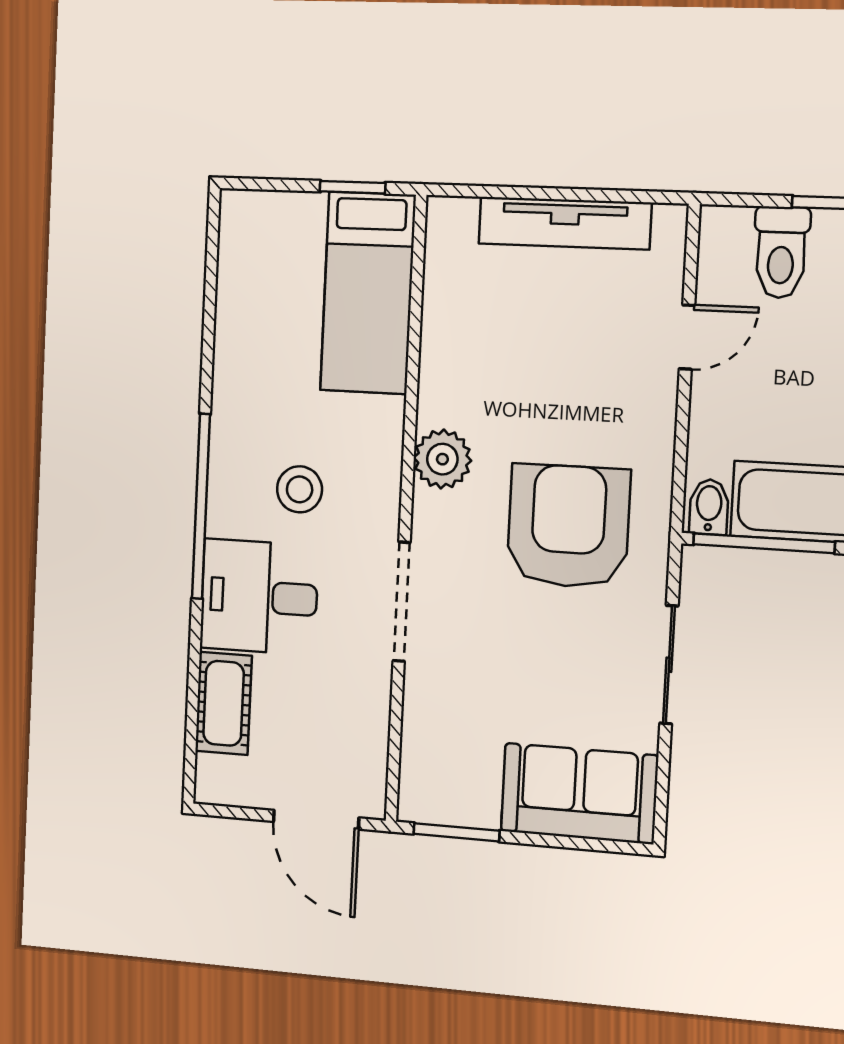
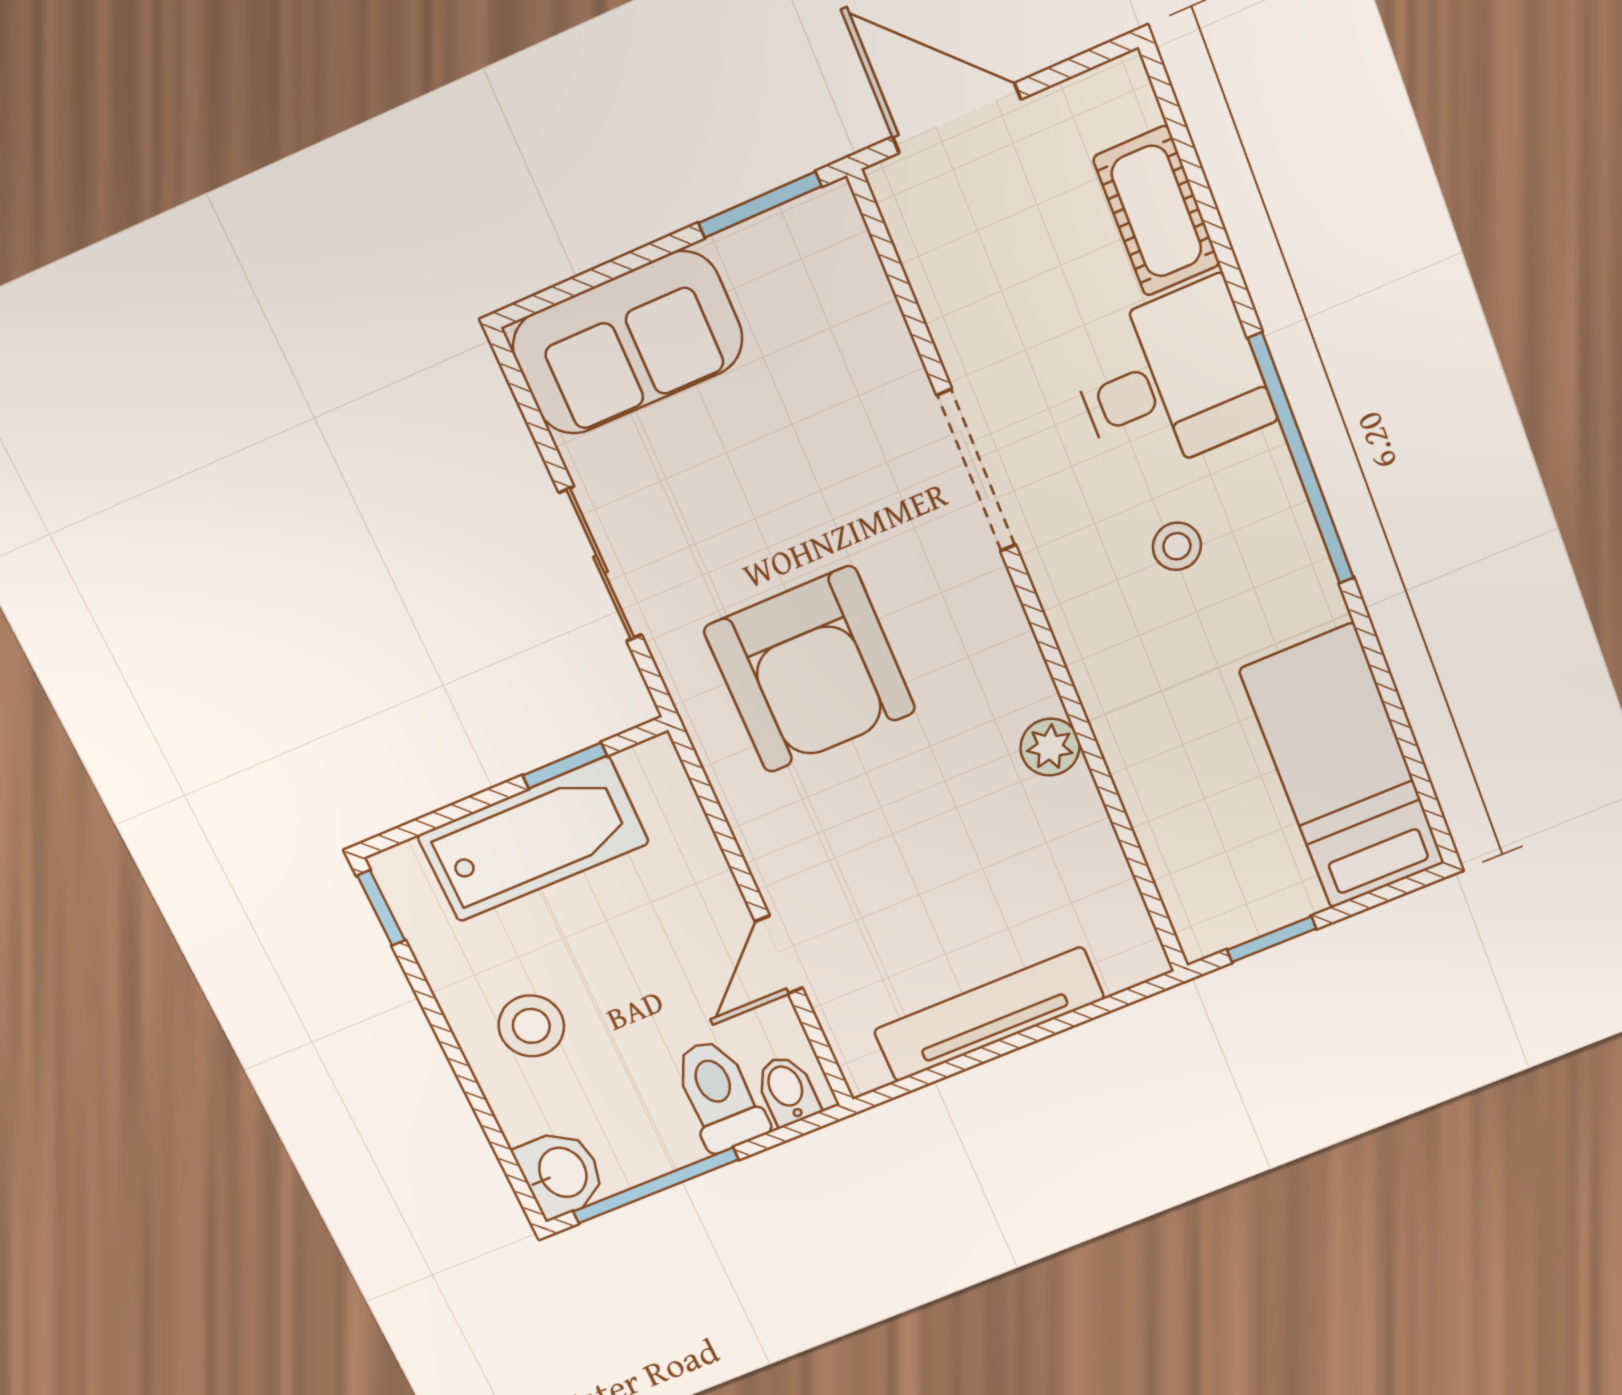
bed: (368, 293) -> (1342, 767), moved
plant: (442, 459) -> (1050, 747), moved, width x0.73, depth x0.73
stool: (300, 489) -> (1177, 546), width x0.73, depth x0.73
bidet: (709, 507) -> (787, 1090), moved, turned 180
window: (764, 543) -> (565, 766), width x0.46

